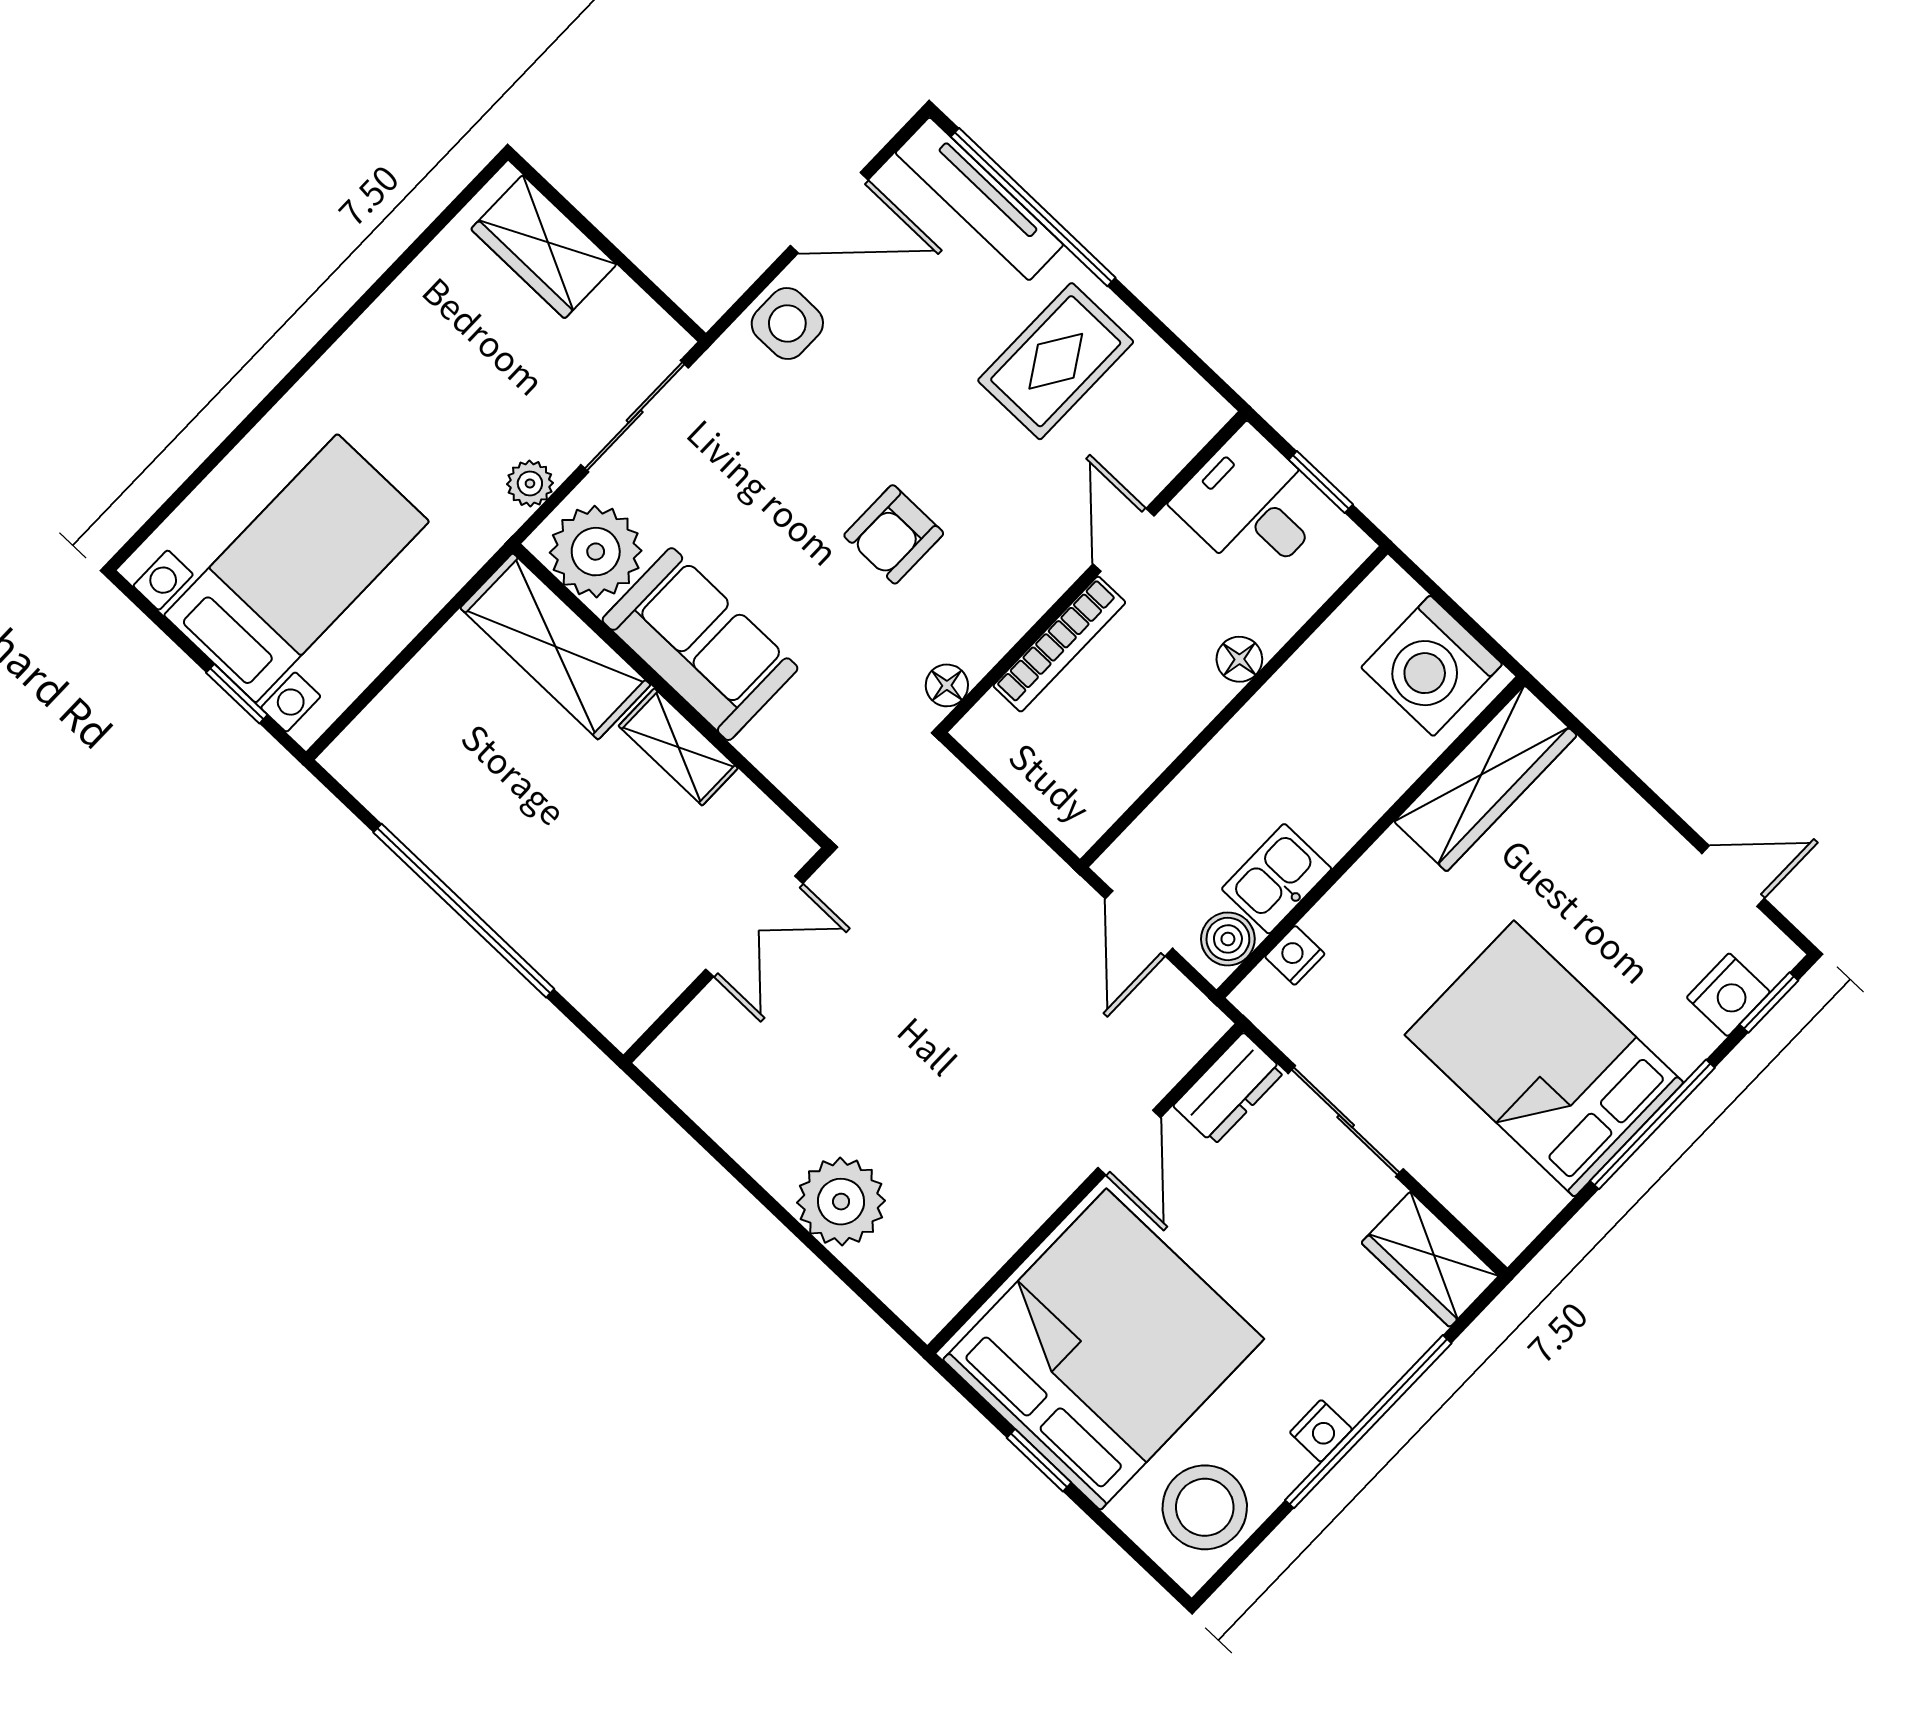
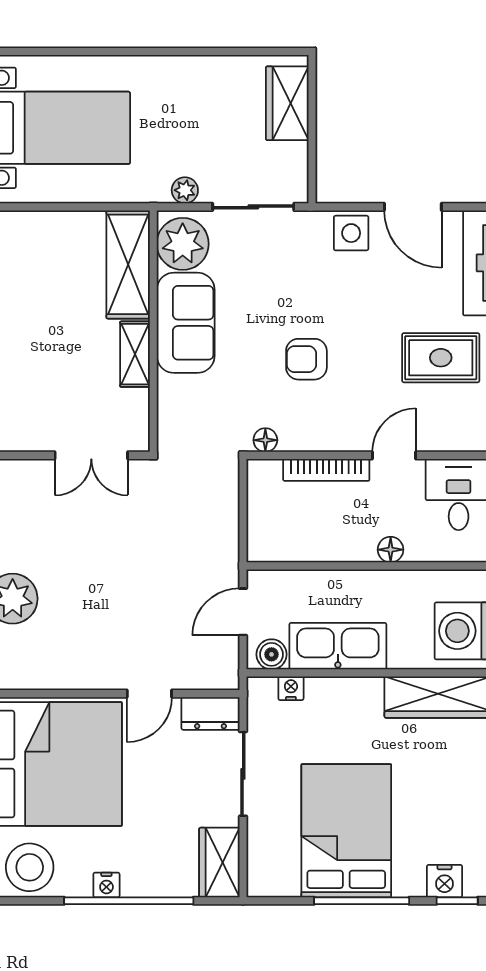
kitchen sink: (1277, 879) -> (338, 646), width x1.87, depth x1.24

